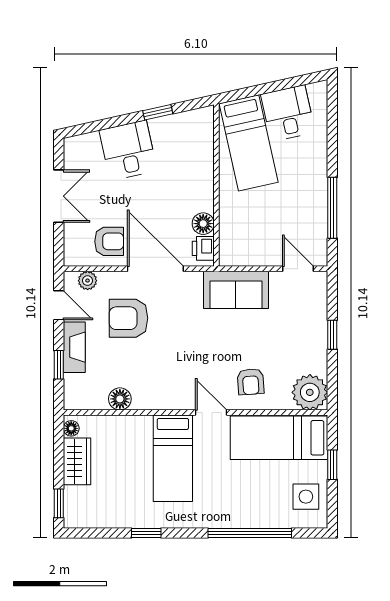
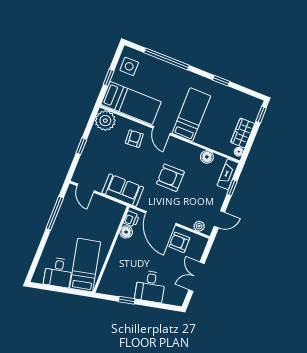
door: (59, 305) -> (219, 219), swing flipped
armchair: (128, 318) -> (170, 178), moved, turned 180
fireplace: (74, 347) -> (228, 174), moved

